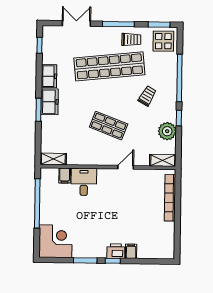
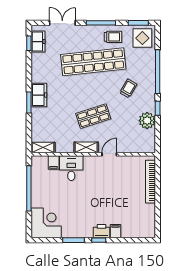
freezer: (49, 76) -> (38, 42), moved
shop shelf: (109, 126) -> (93, 116), turned -39
shelving: (163, 160) -> (86, 147), moved

